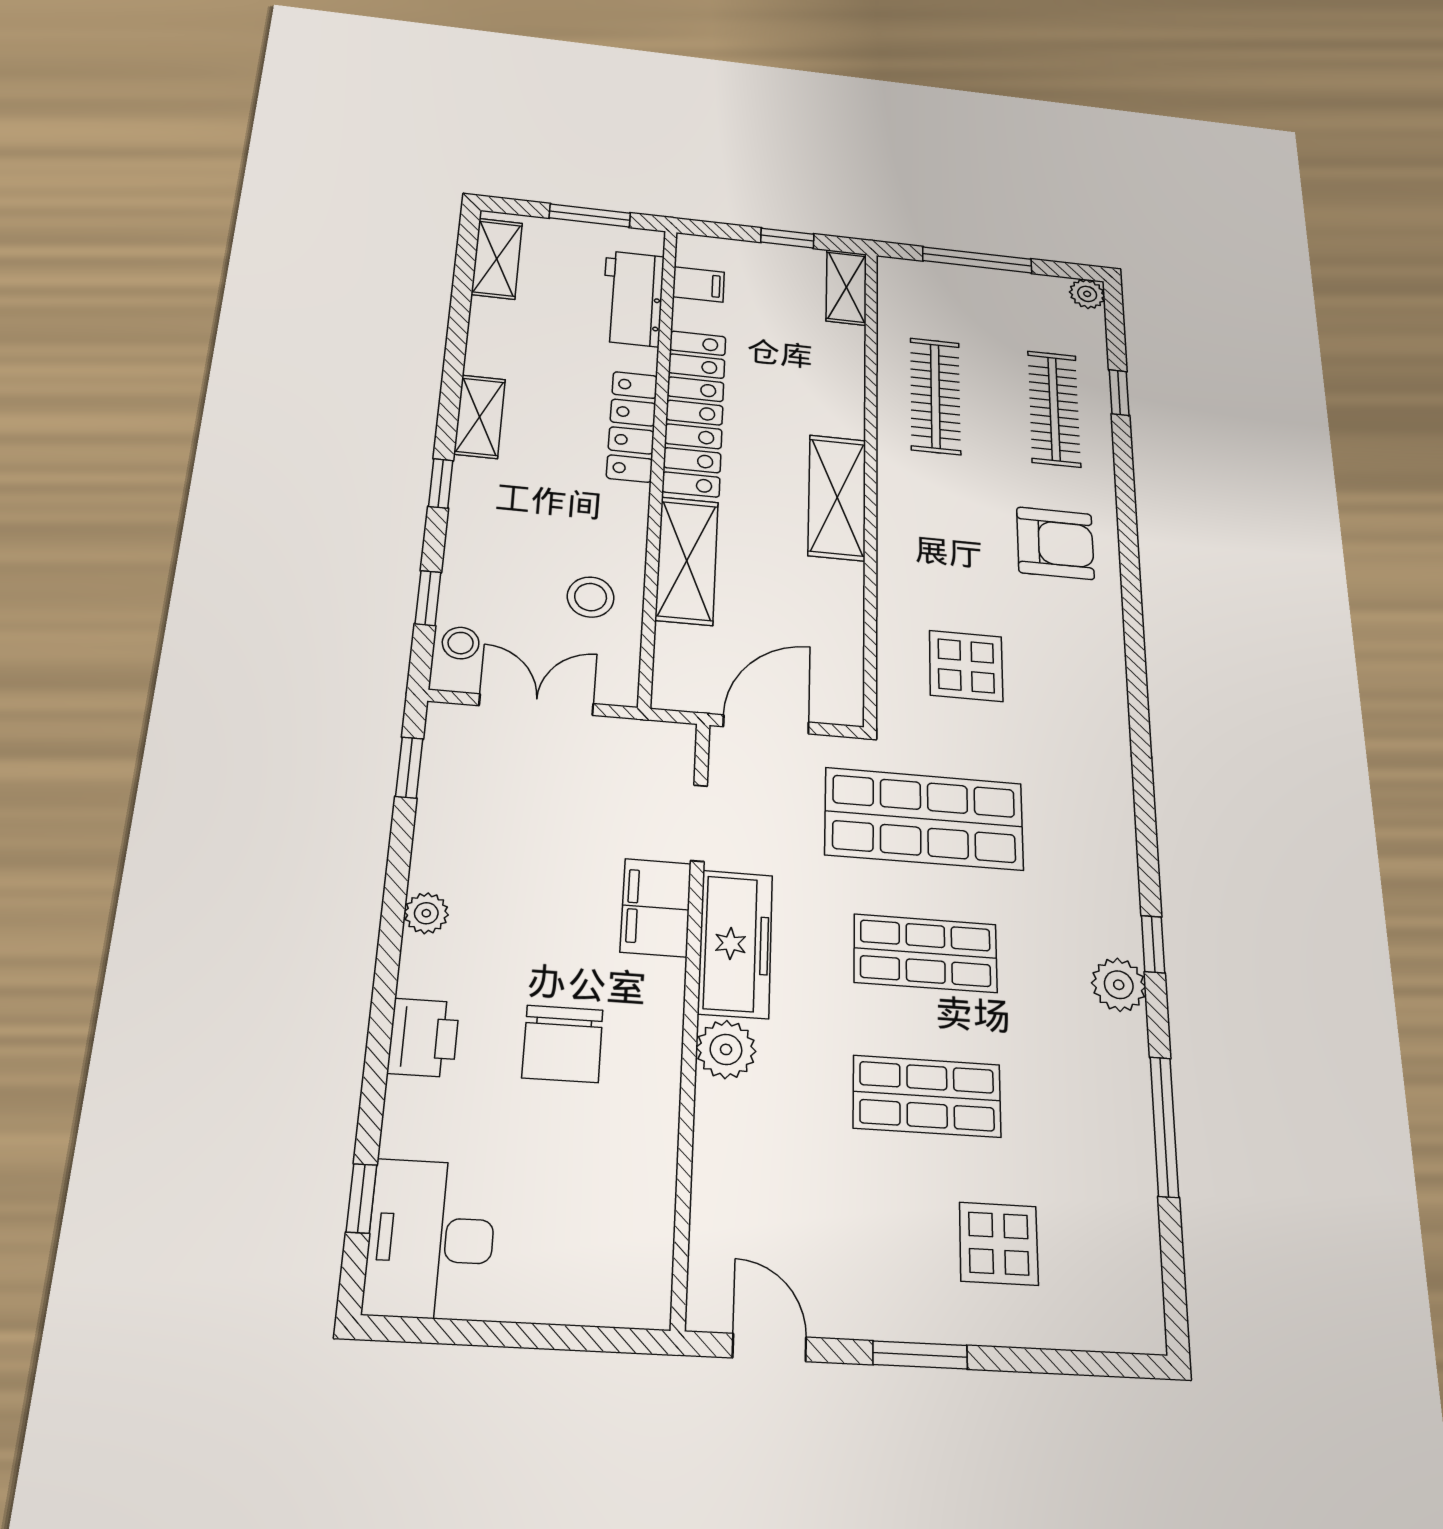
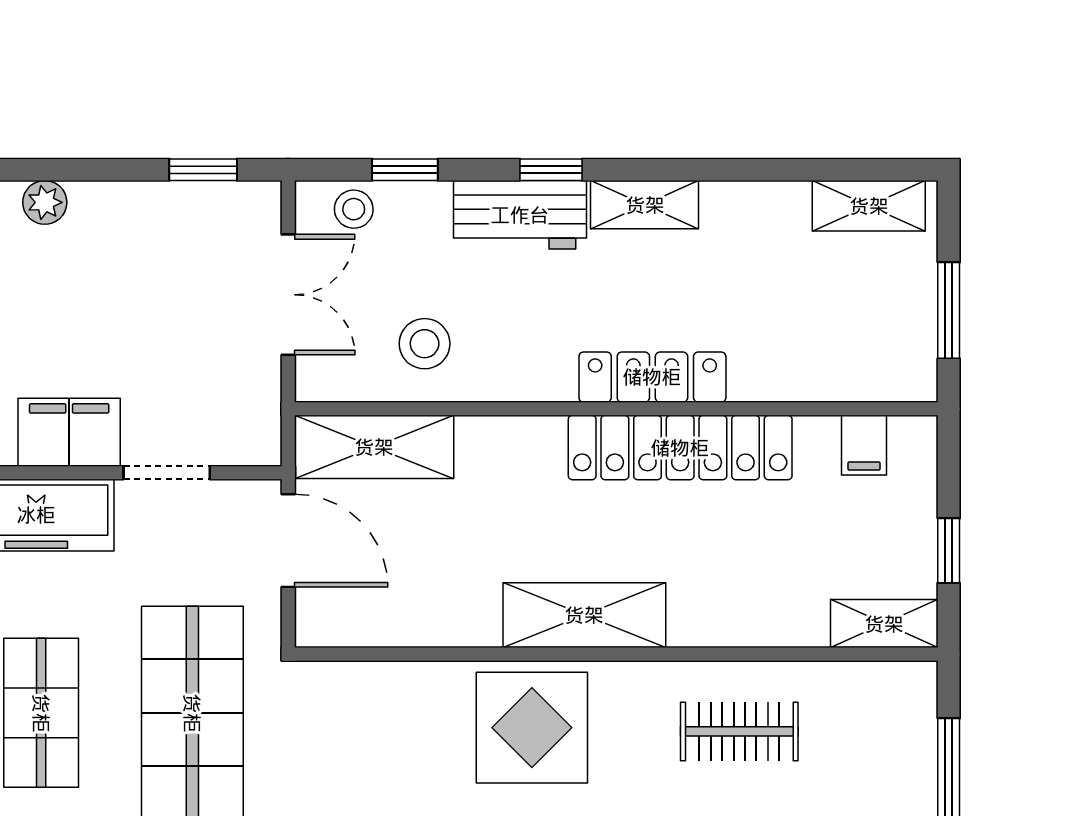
workbench: (633, 299) -> (520, 215), moved, turned 180
clothes rail: (935, 396) -> (739, 731), width x0.73
shelving: (687, 561) -> (374, 447), moved
display table: (966, 666) -> (532, 728), moved, width x1.36, depth x1.36

